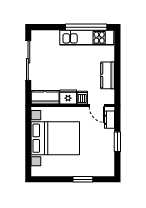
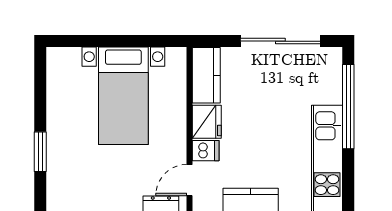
window: (86, 27) -> (348, 107), moved
bed with nightstands: (55, 138) -> (123, 96), width x0.73

